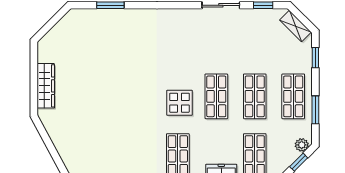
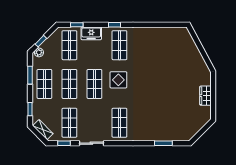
shop shelf: (178, 37) -> (119, 123), added
shop shelf: (255, 37) -> (69, 123), added
wardrobe: (46, 86) -> (205, 96), width x0.67

